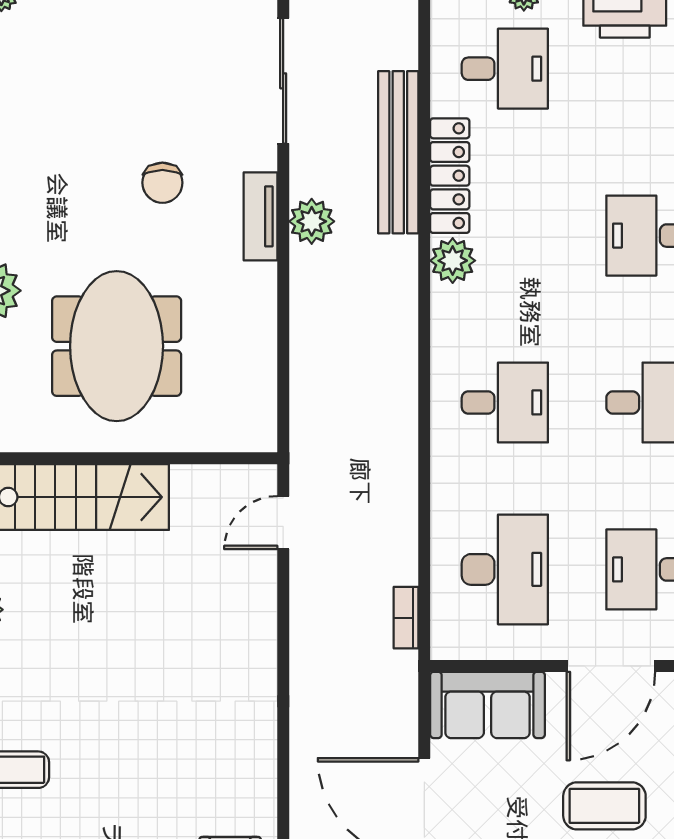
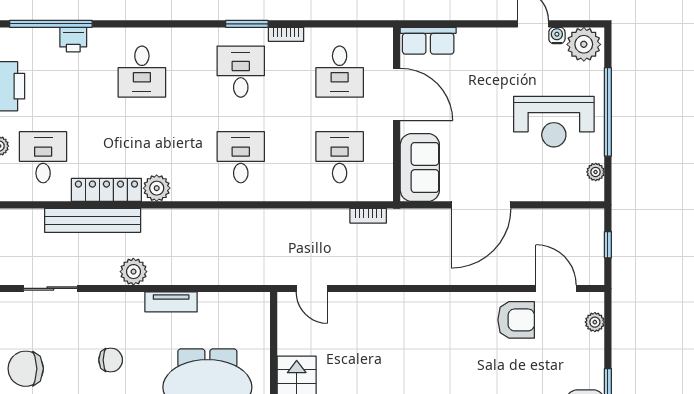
chair: (148, 39) -> (26, 369), added
sliding door: (283, 81) -> (50, 288), width x0.73
tv unit: (260, 216) -> (171, 302), moved
desk: (505, 569) -> (340, 157), width x0.73
coffee table: (604, 806) -> (480, 98), removed

